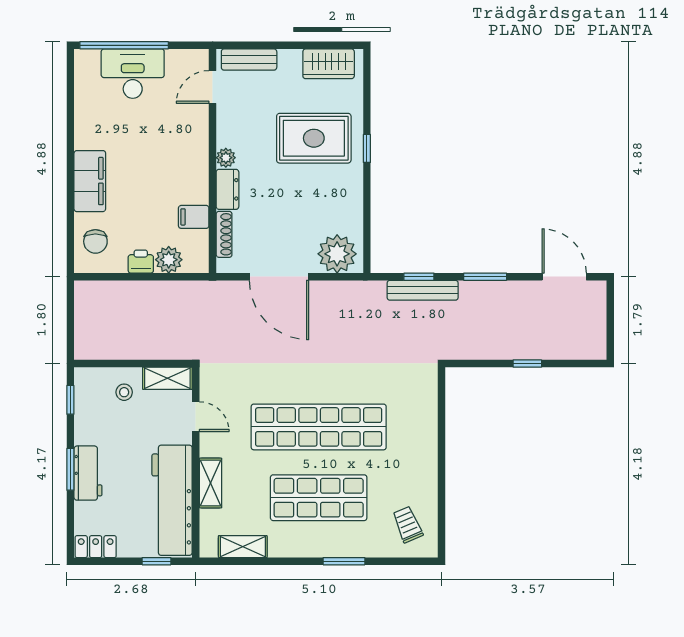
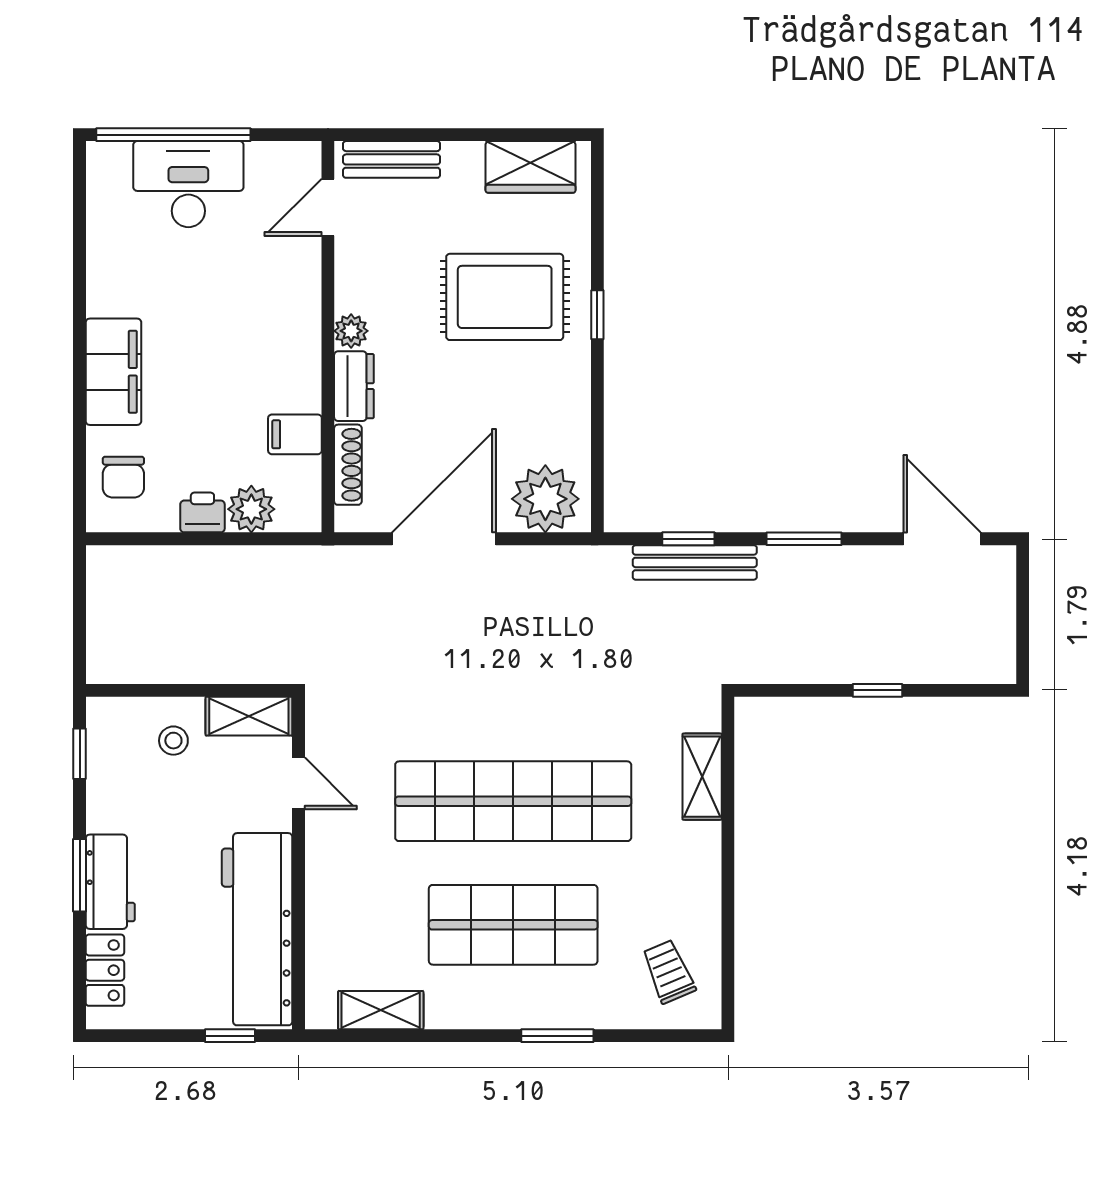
door: (279, 277) -> (444, 539), swing flipped
shelving: (211, 483) -> (702, 777), moved
locker: (96, 547) -> (105, 970), moved, turned 90

